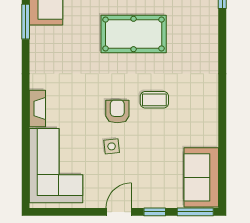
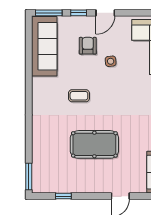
armchair: (117, 111) -> (88, 46), moved, turned 180
sofa: (201, 177) -> (44, 46), width x1.36

